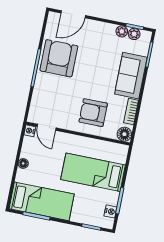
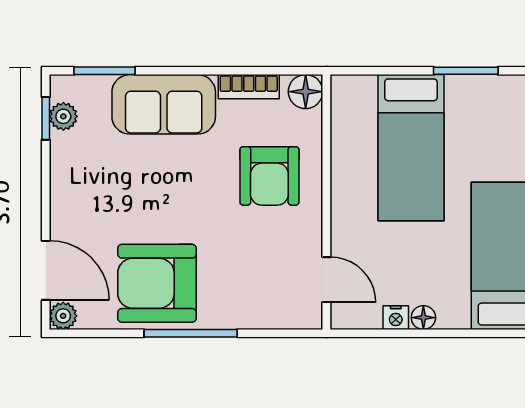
plant: (122, 31) -> (63, 316), moved
door: (47, 127) -> (326, 280), hinge flipped
nightstand: (30, 131) -> (396, 318), moved
nightstand: (110, 211) -> (496, 88), removed

